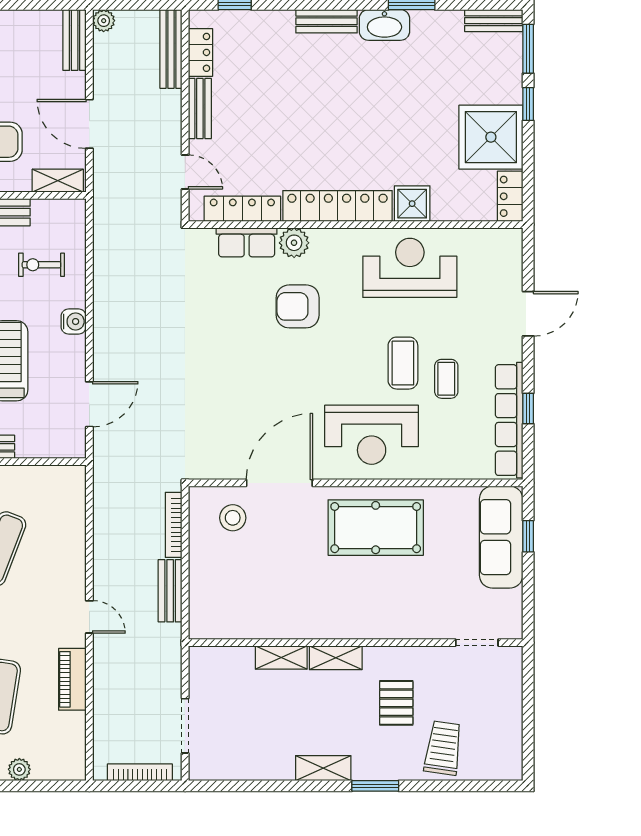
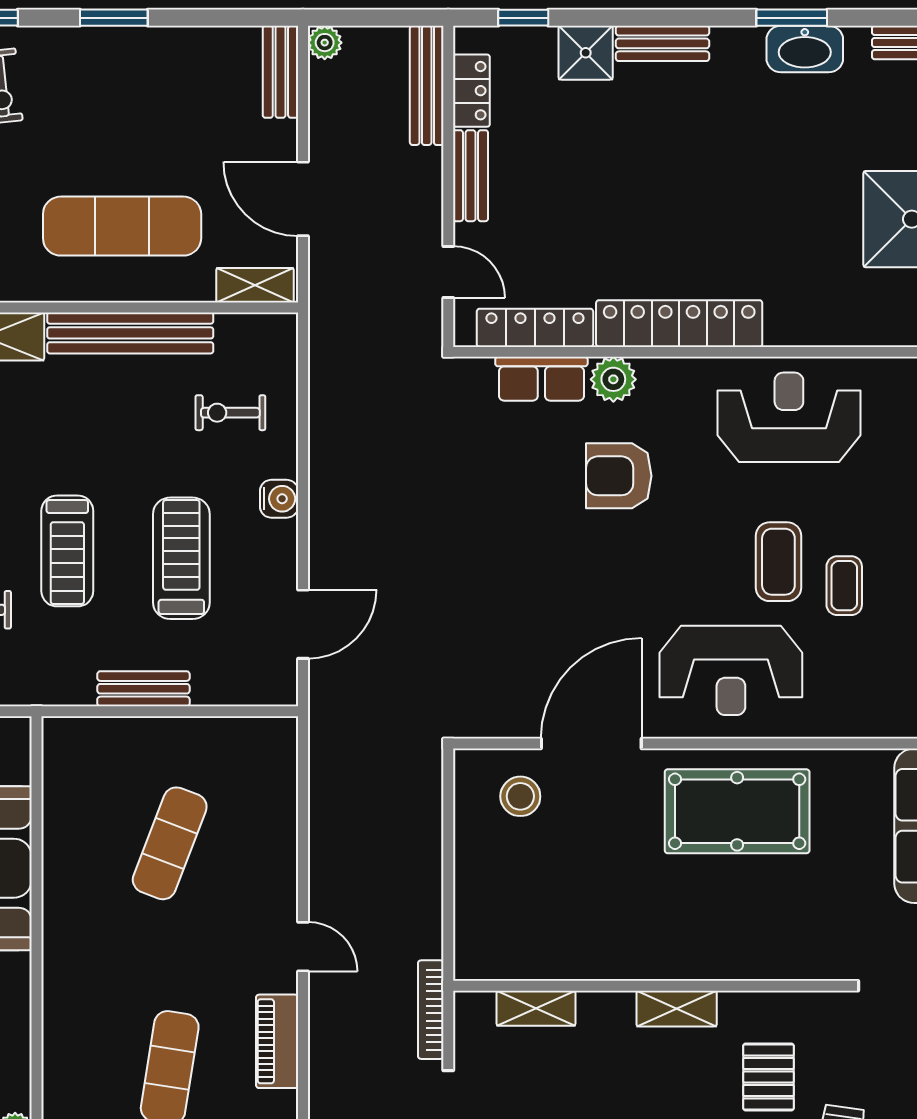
washbasin: (384, 25) -> (805, 49), moved
shower: (412, 204) -> (586, 53), moved
bookcase: (174, 525) -> (431, 1010), moved
bench: (170, 591) -> (425, 907), removed
shelving: (281, 658) -> (536, 1008), moved

